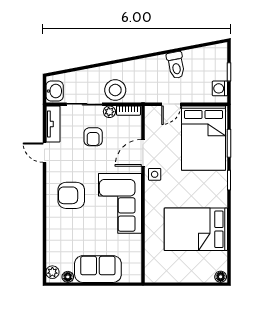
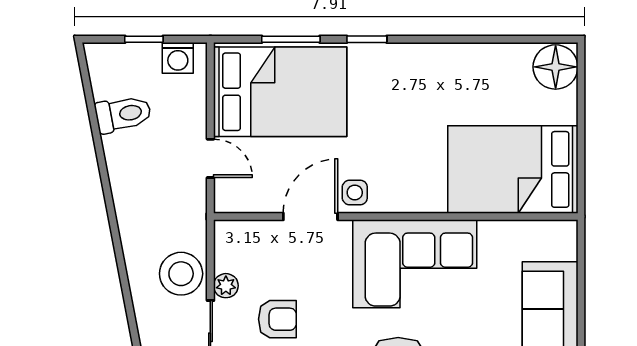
toilet: (176, 65) -> (123, 114), moved
bookcase: (128, 111) -> (223, 246), removed
door: (143, 153) -> (310, 217), swing flipped
bed: (196, 229) -> (513, 169), moved, turned 90
floor lamp: (221, 277) -> (556, 67), width x1.89, depth x1.89

